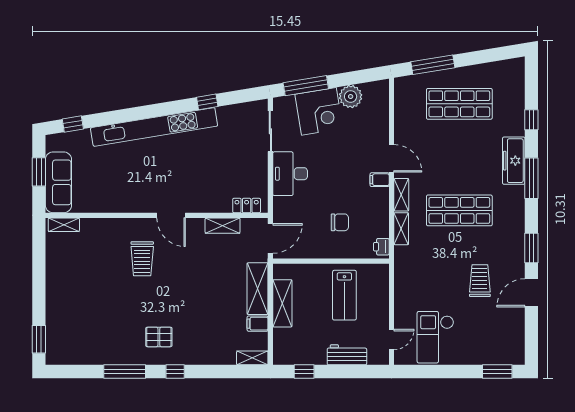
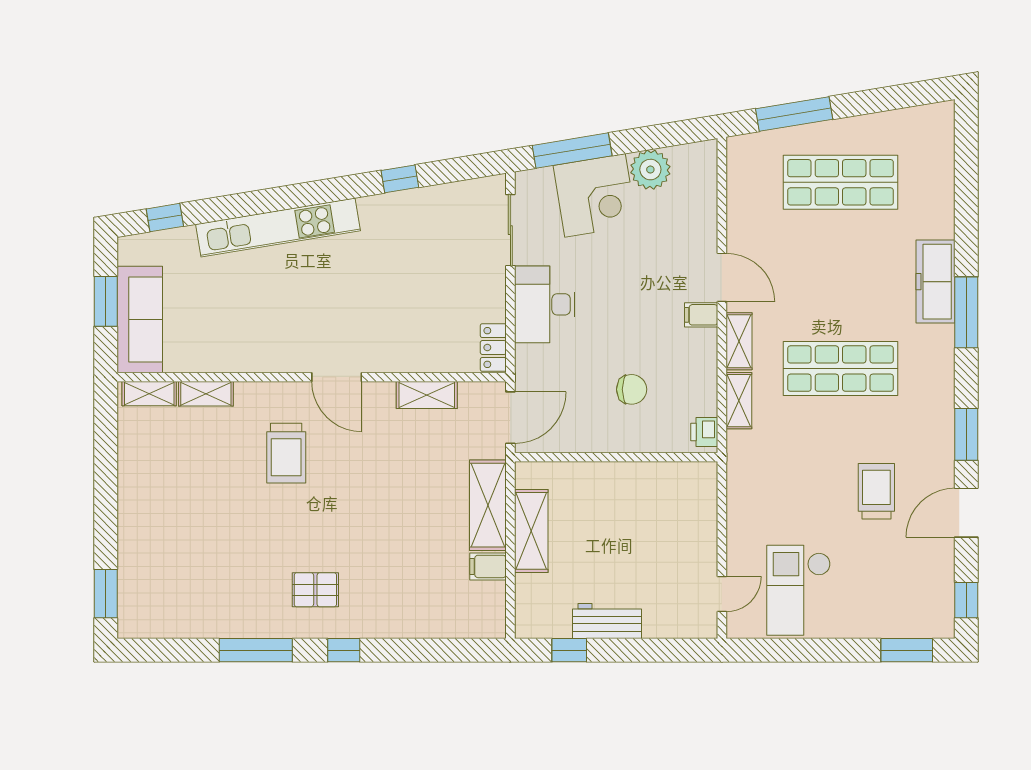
window: (531, 120) -> (966, 600), moved
kitchen unit: (154, 127) -> (278, 227), width x0.73
locker: (247, 206) -> (493, 348), moved, turned -90
lab bench: (344, 295) -> (640, 517), removed
workbench: (347, 355) -> (607, 621), moved
shelving: (252, 358) -> (206, 394), moved

